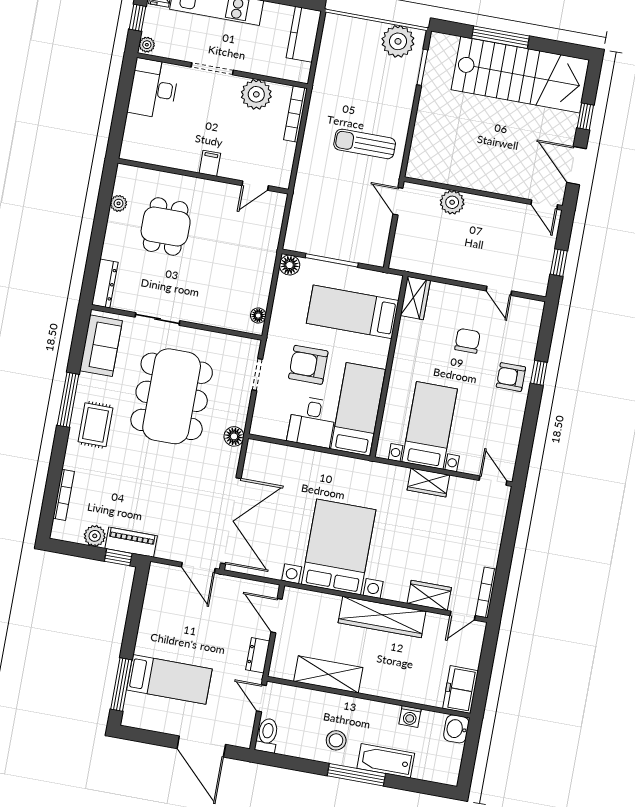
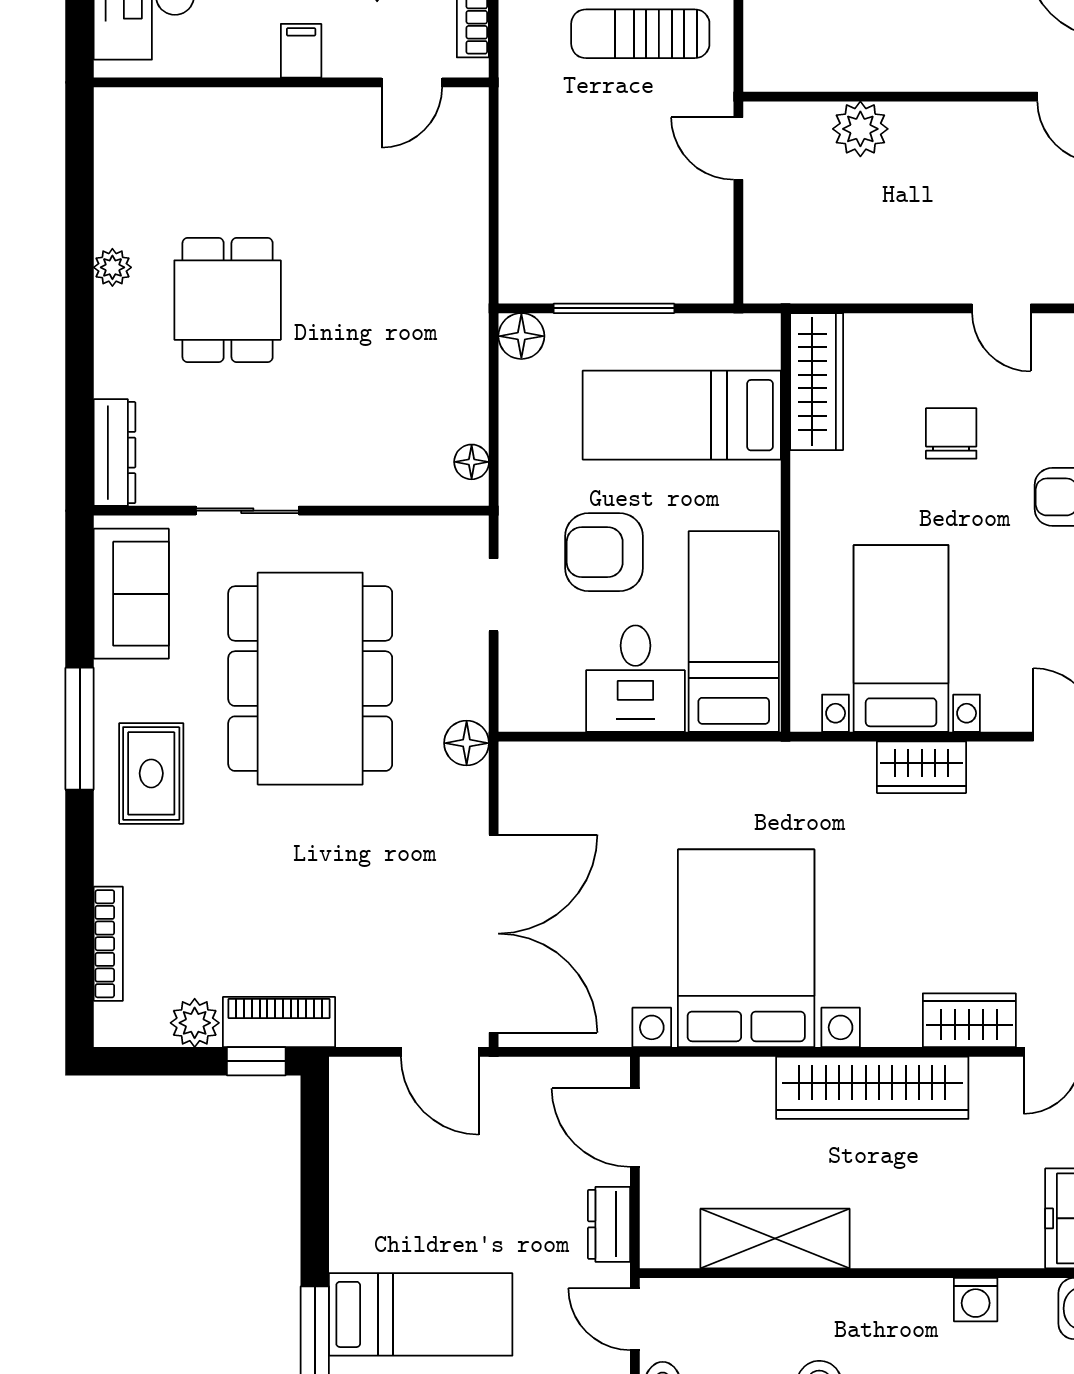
filing cabinet: (210, 163) -> (301, 51), moved
wall: (203, 176) -> (291, 82), moved
door: (255, 186) -> (412, 82), moved
wardrobe: (415, 298) -> (817, 382), width x1.50

